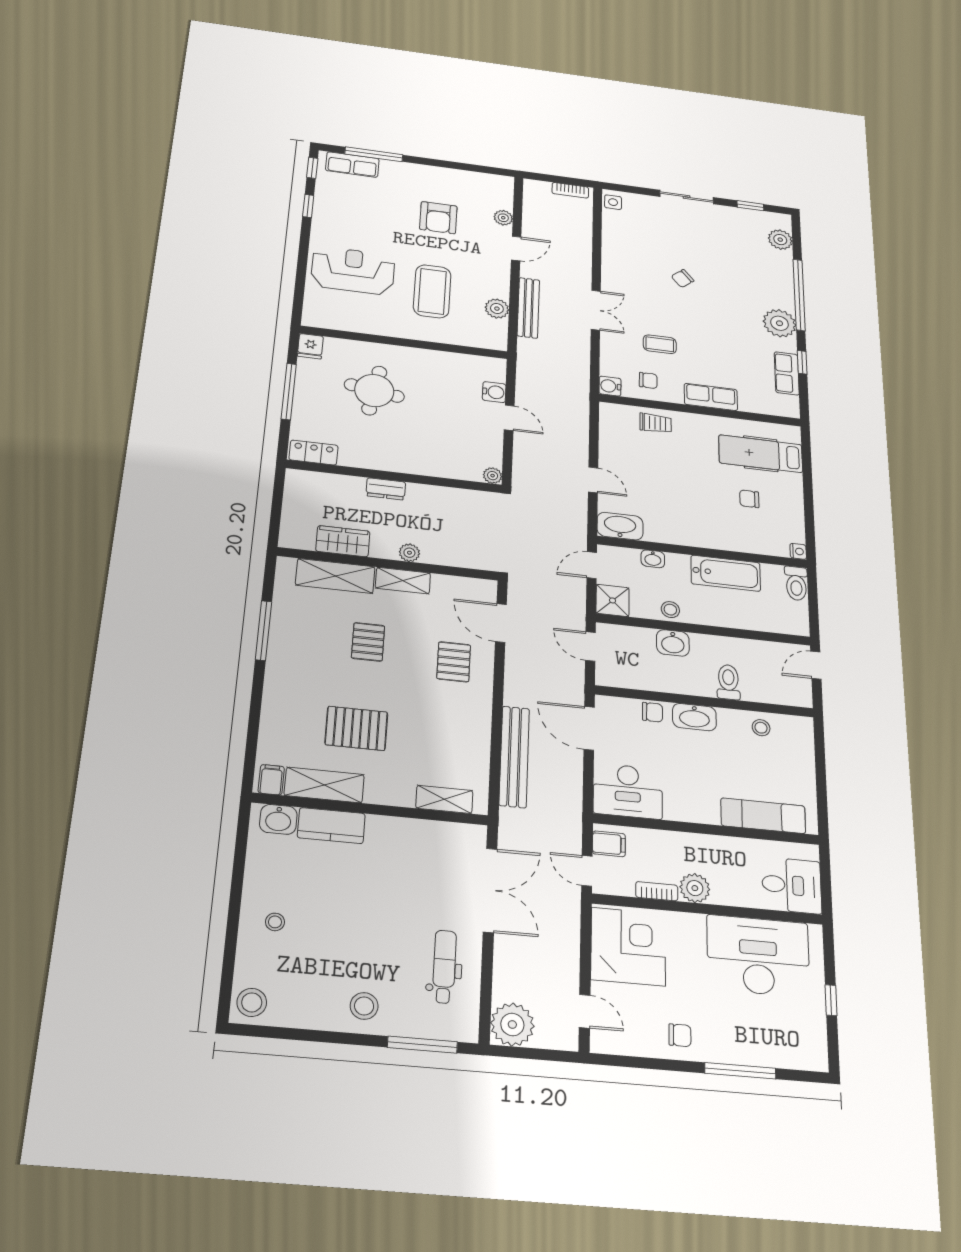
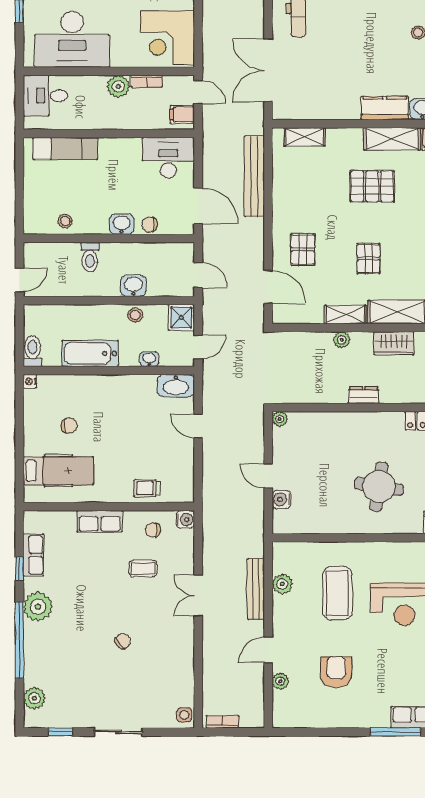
washbasin: (694, 717) -> (122, 224), width x0.72

